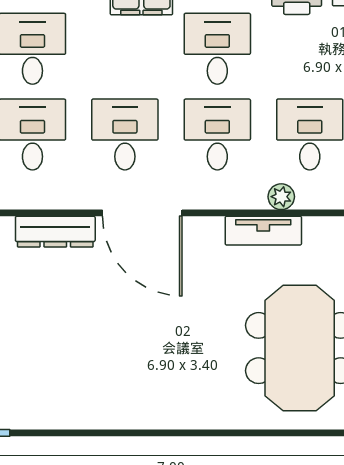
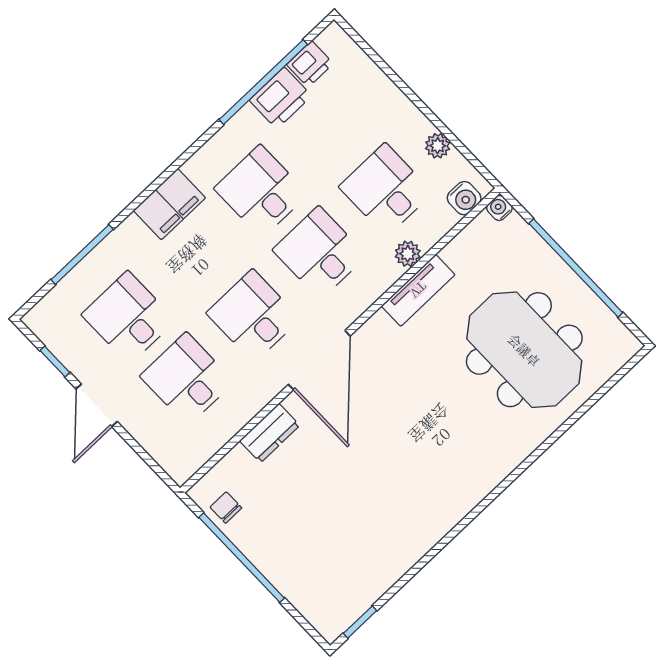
door: (142, 213) -> (319, 360), hinge flipped
dresser: (55, 232) -> (270, 433), width x0.70

